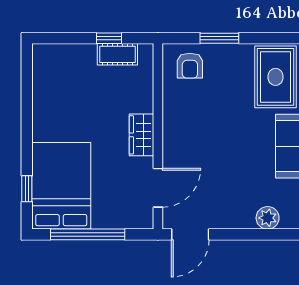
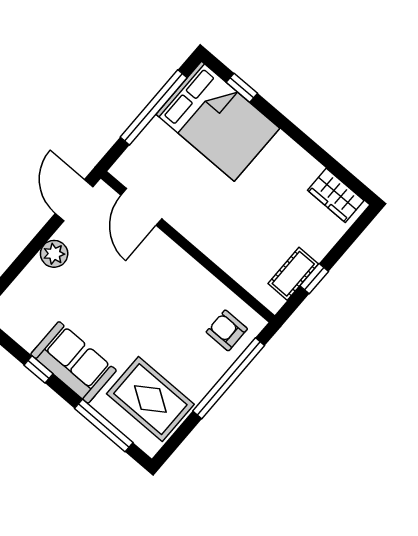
window: (219, 38) -> (229, 378), width x2.11
wardrobe: (142, 135) -> (336, 195), moved, turned 180
plant: (268, 218) -> (54, 254), moved

